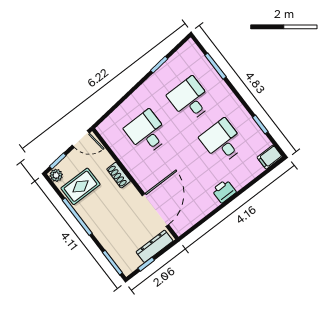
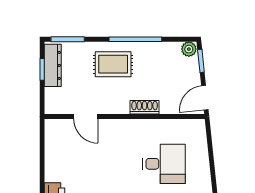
rug: (80, 186) -> (113, 64), moved, turned 90
door: (155, 210) -> (86, 116), width x0.53
dresser: (154, 246) -> (53, 65), moved

